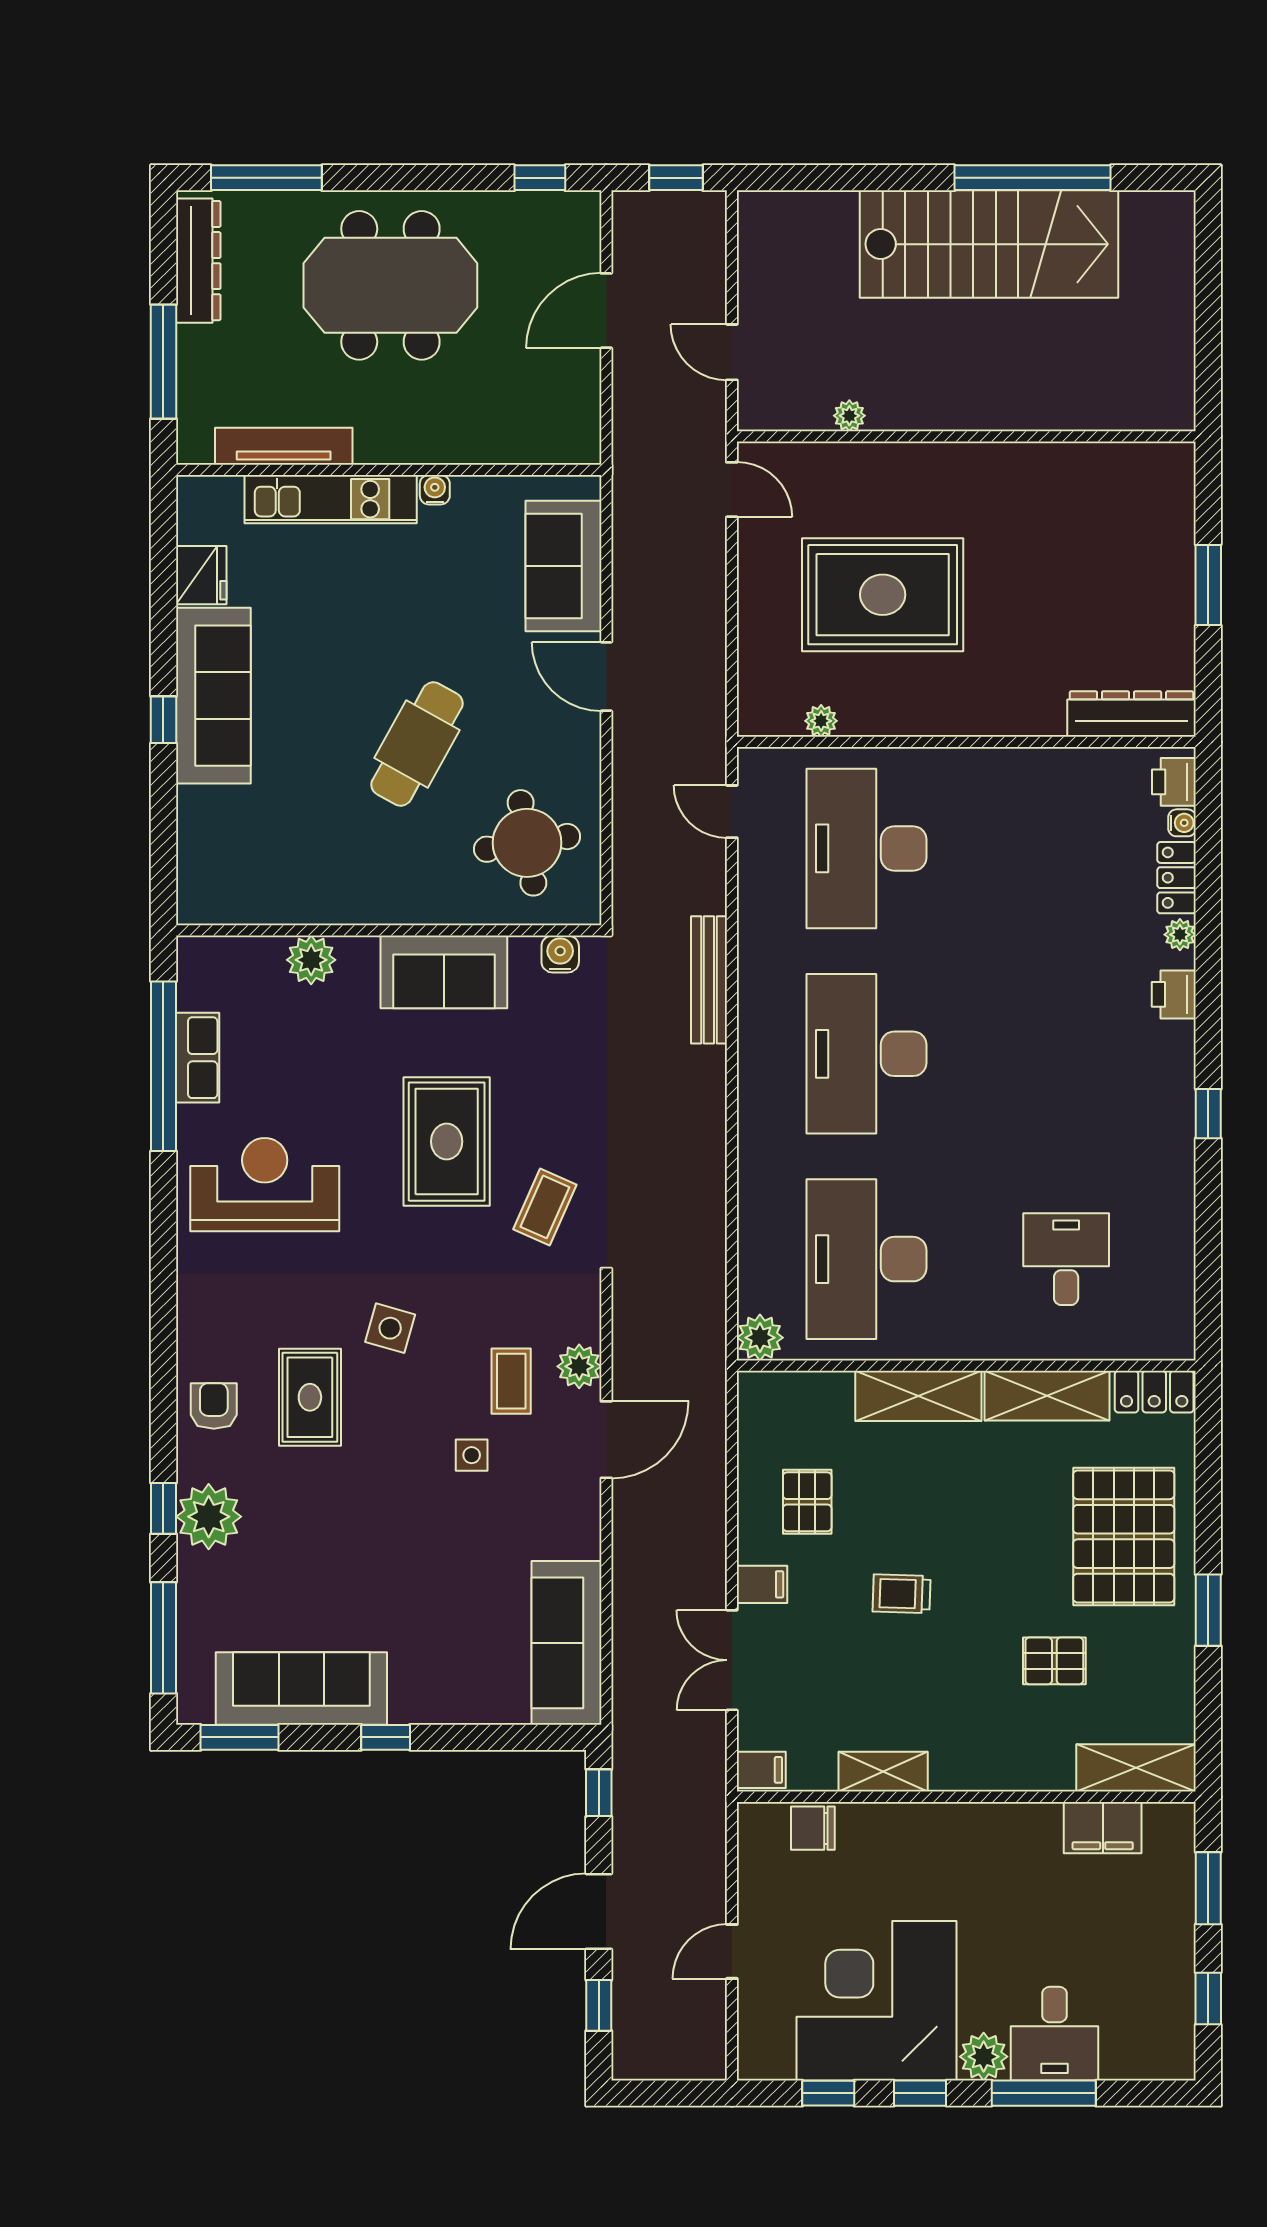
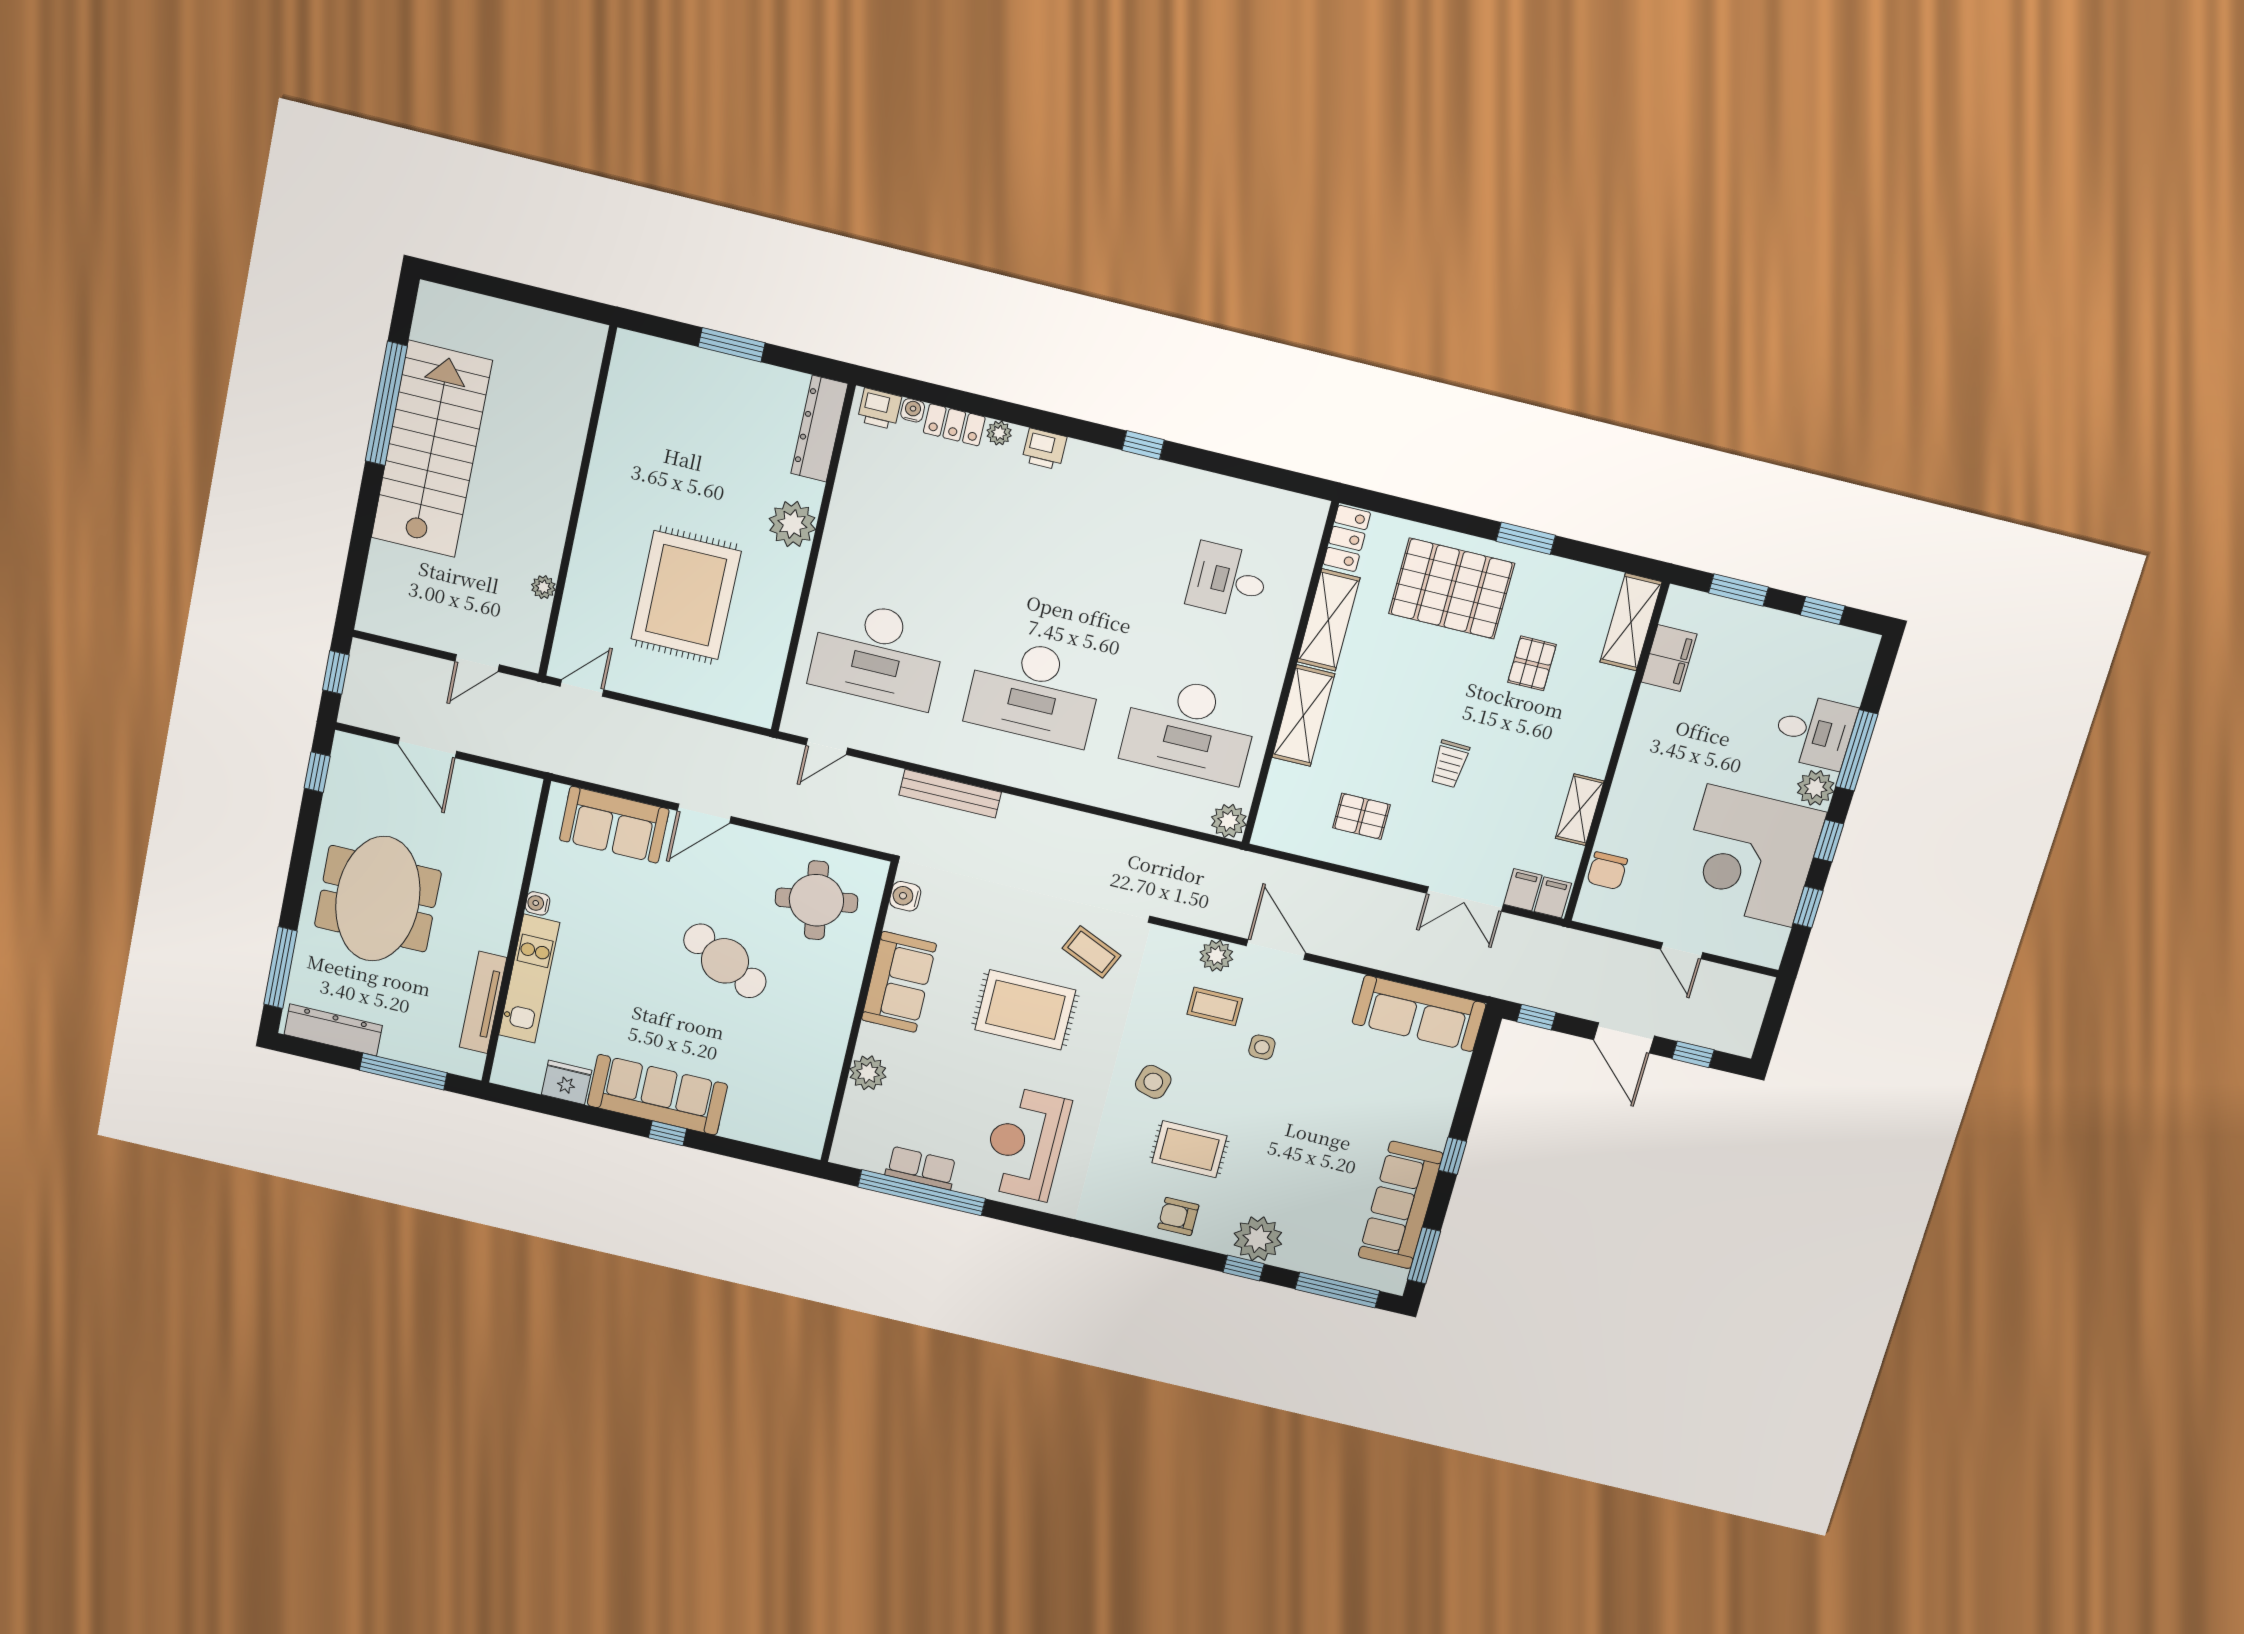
plant: (821, 721) -> (792, 524), moved, width x1.88, depth x1.88
filing cabinet: (762, 1584) -> (1523, 890), moved

